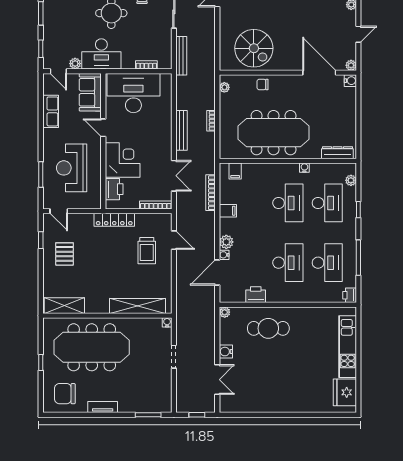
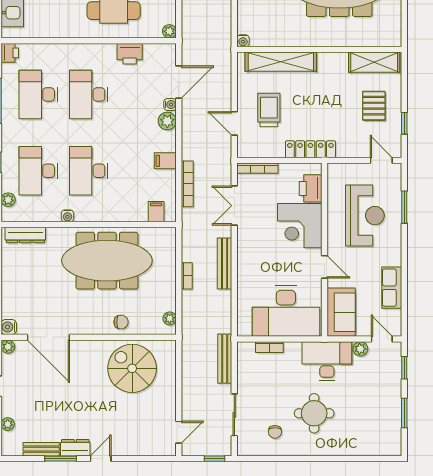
shelving: (64, 306) -> (374, 62), moved
shelving: (137, 306) -> (281, 62), moved
wall: (107, 316) -> (319, 49), moved
water cooler: (167, 322) -> (243, 41), moved

